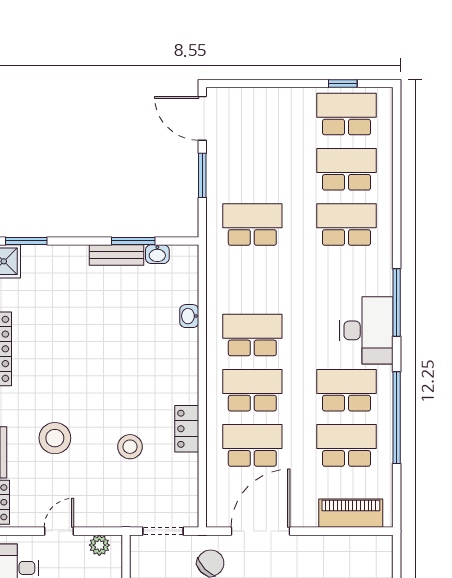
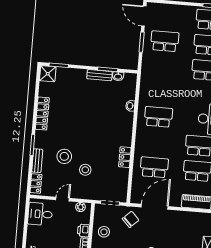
school desk: (252, 225) -> (165, 41), moved
school desk: (252, 390) -> (156, 142), removed
stool: (130, 447) -> (85, 170), moved

